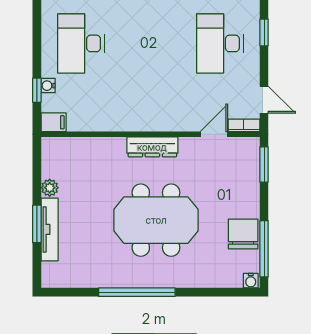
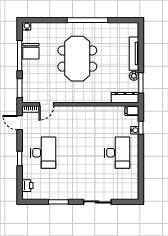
dresser: (152, 147) -> (125, 98), moved
meeting table: (156, 220) -> (77, 59), turned 90
window: (37, 224) -> (141, 83), moved
window: (264, 249) -> (20, 56), moved

